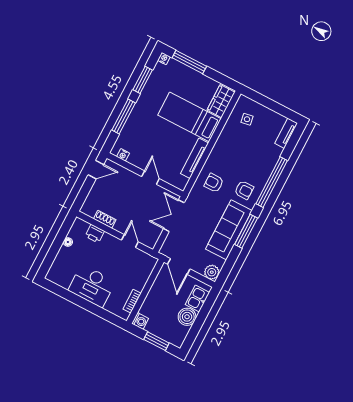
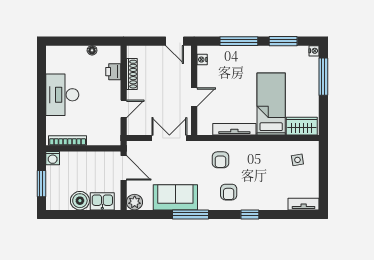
window: (272, 182) -> (250, 214), width x0.32
armchair: (214, 183) -> (221, 160), turned 180
shoe rack: (105, 219) -> (132, 74), width x1.43
sofa: (229, 230) -> (175, 197), width x0.73
door: (179, 266) -> (124, 168), swing flipped
bookcase: (132, 301) -> (68, 141), width x1.56

